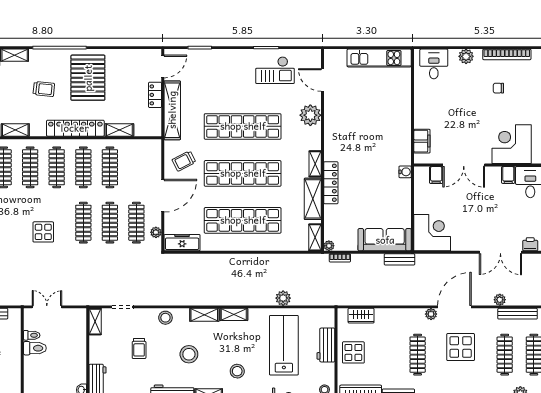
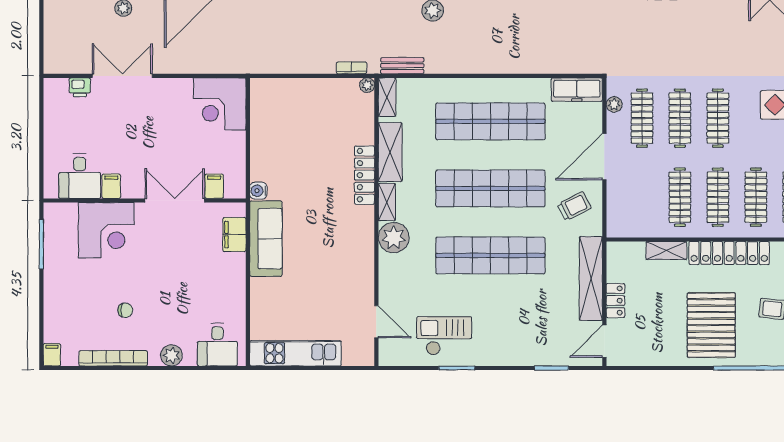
plant: (310, 115) -> (394, 238), moved
sofa: (385, 240) -> (266, 239), moved, turned -90
bench: (399, 259) -> (402, 66), moved

